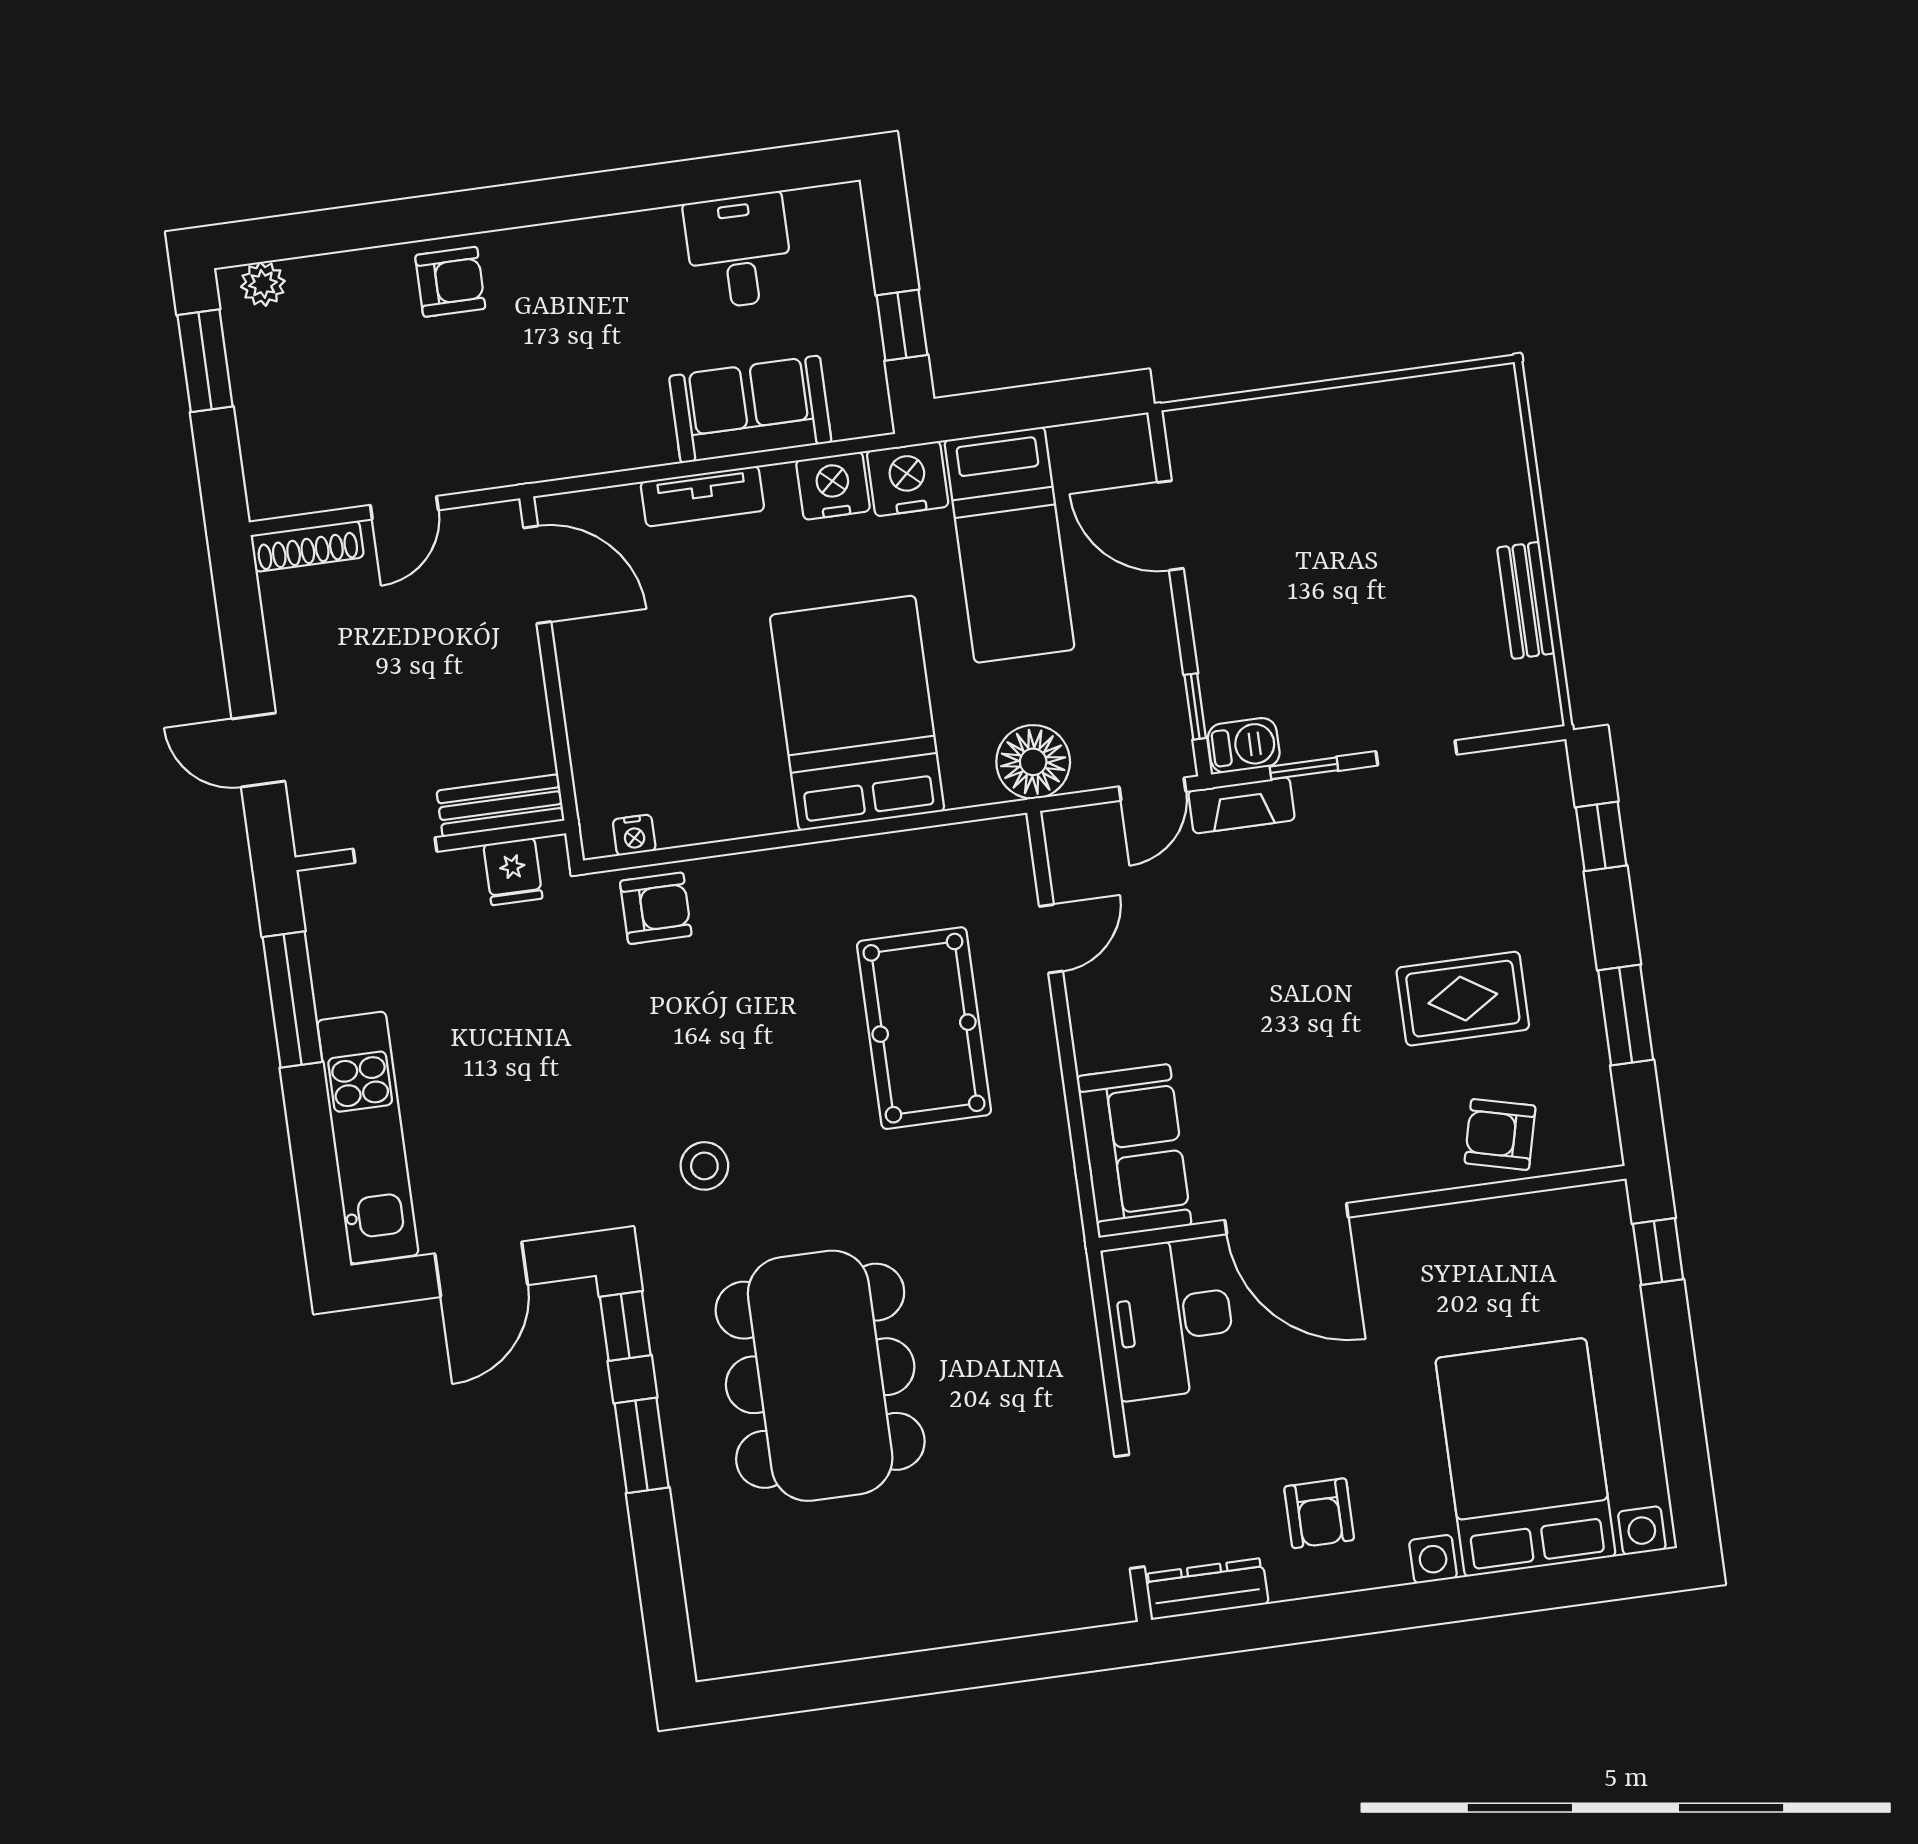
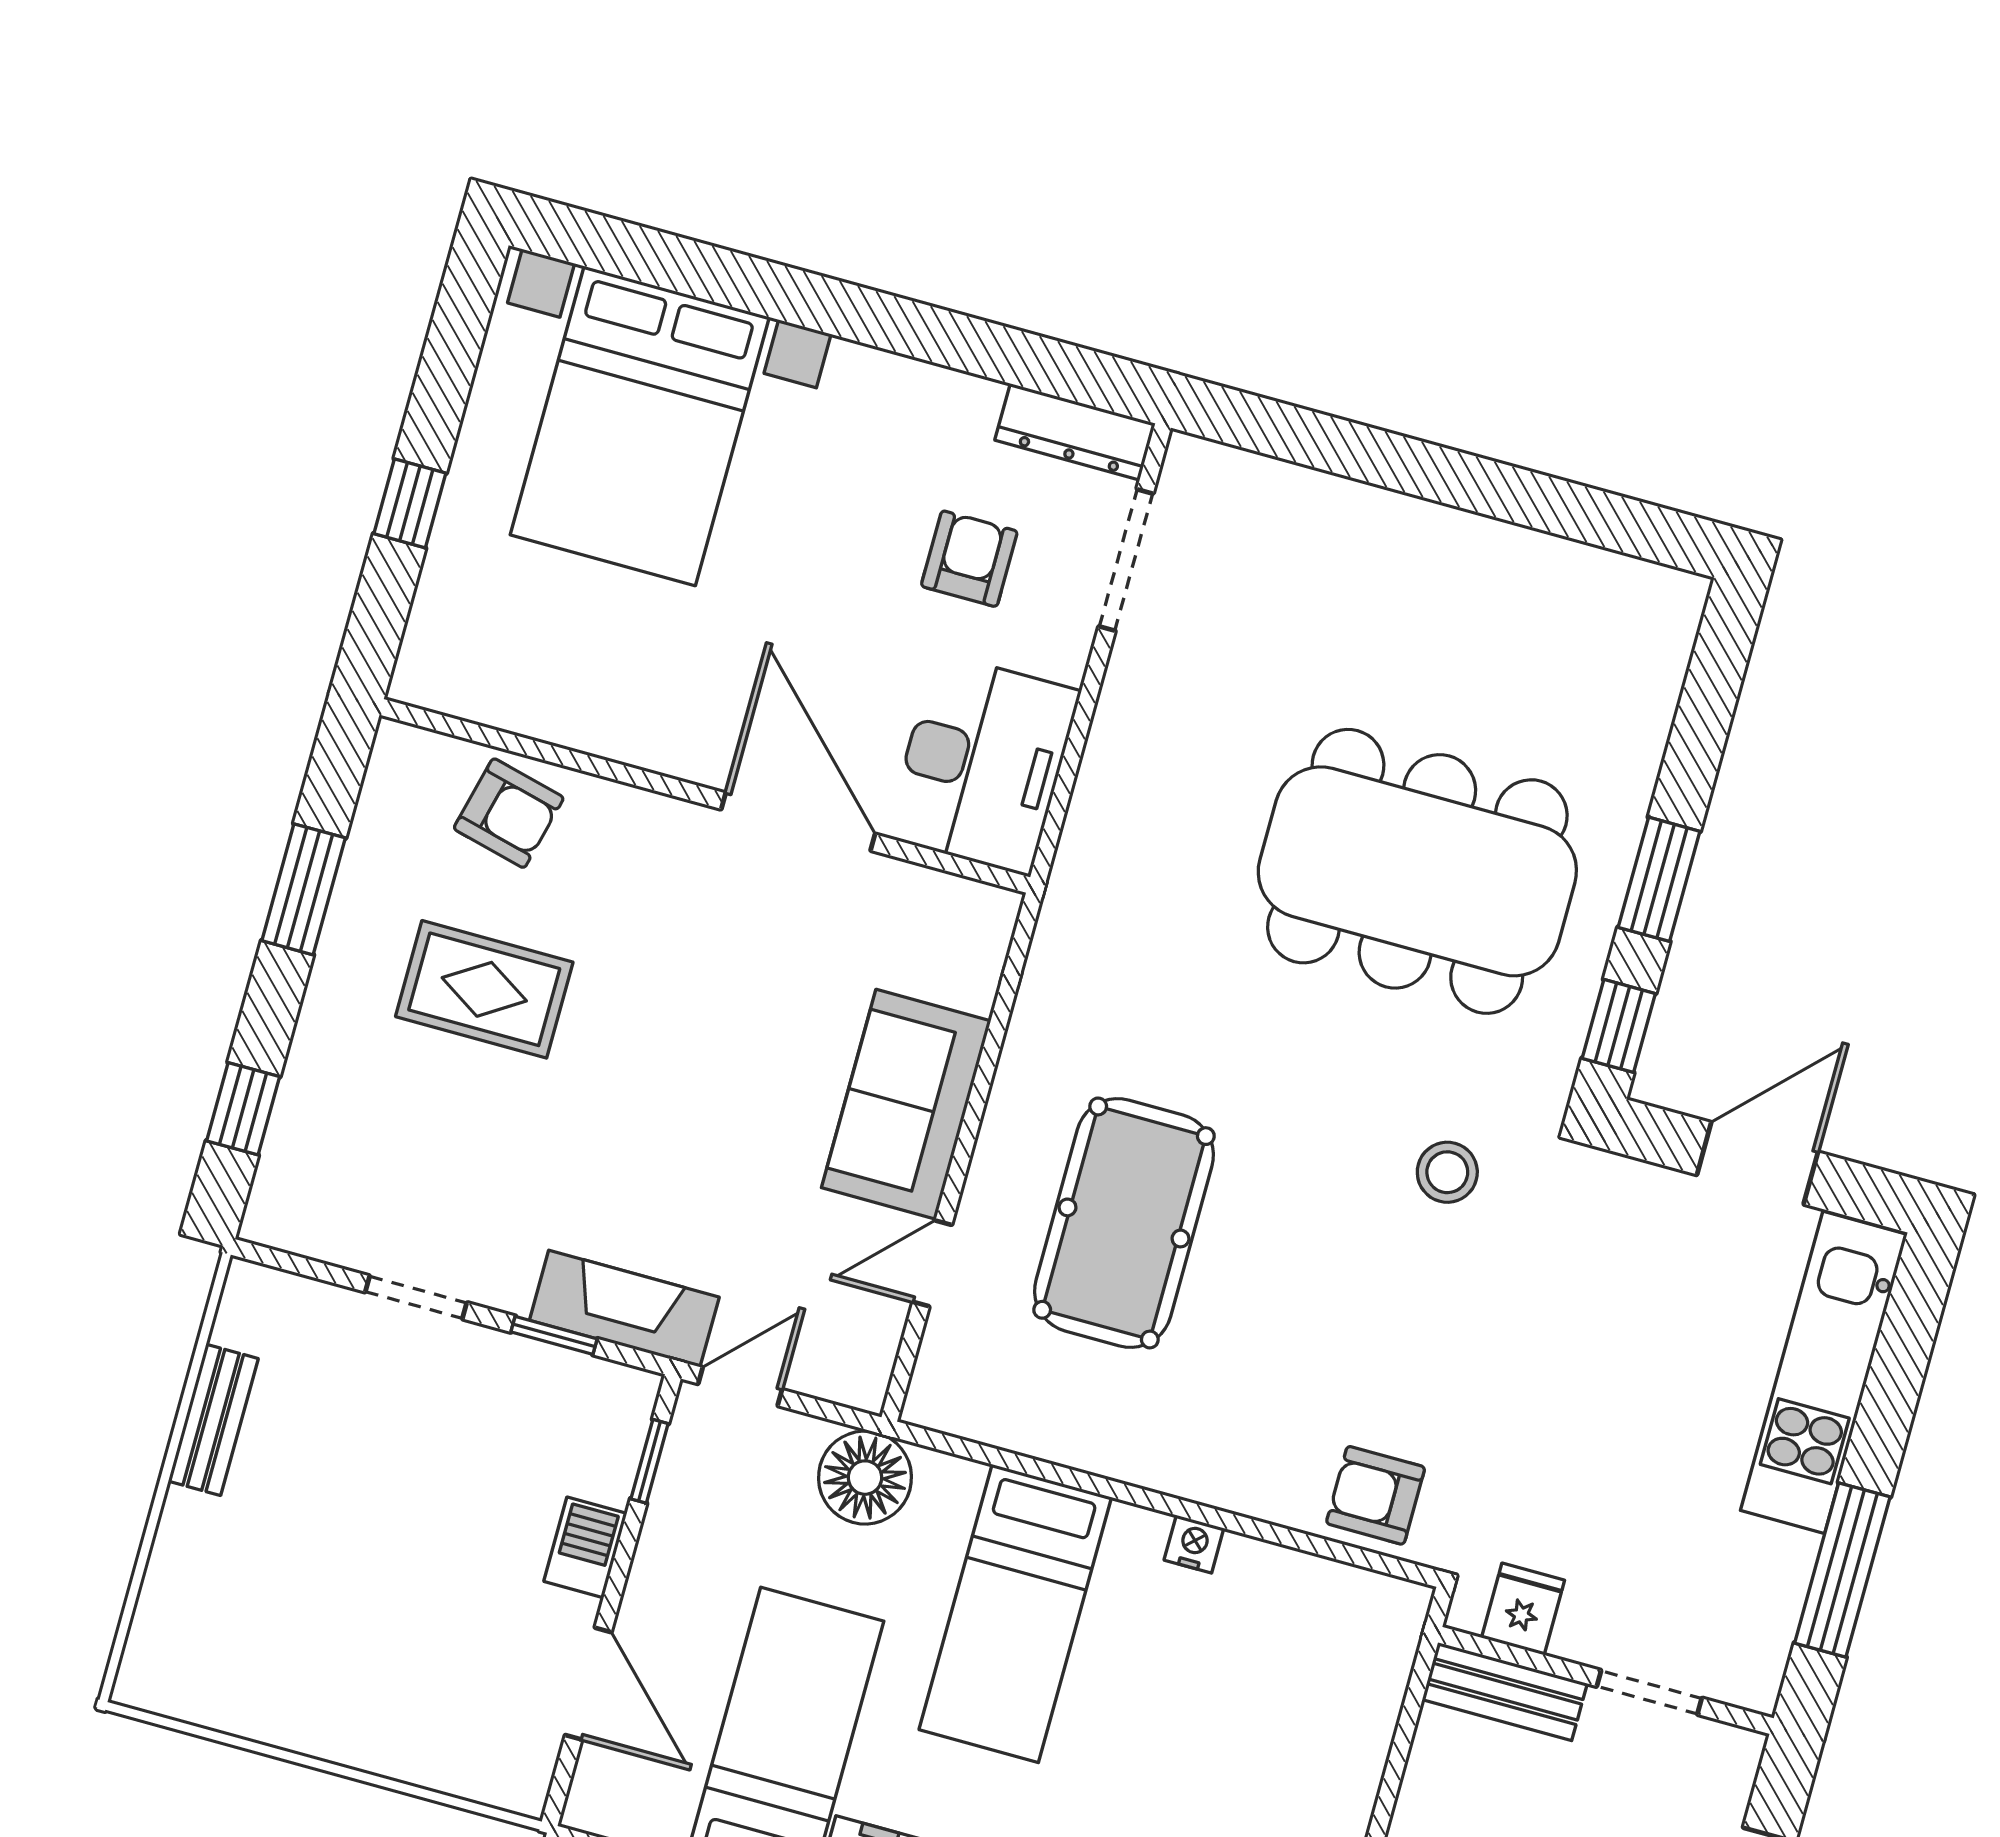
bed: (857, 713) -> (1015, 1613), width x0.67
barbecue: (1244, 745) -> (585, 1547), moved, turned 90
fireplace: (1242, 805) -> (624, 1309), width x1.37, depth x1.32
nightstand: (634, 835) -> (1194, 1544), moved
sofa: (1134, 1151) -> (906, 1104), moved
window: (1658, 1251) -> (410, 503), moved
dining table: (820, 1376) -> (1417, 871), turned 90
armchair: (1319, 1513) -> (969, 559), moved

